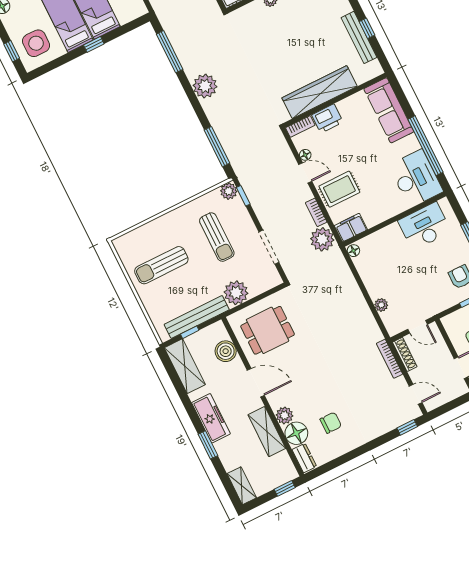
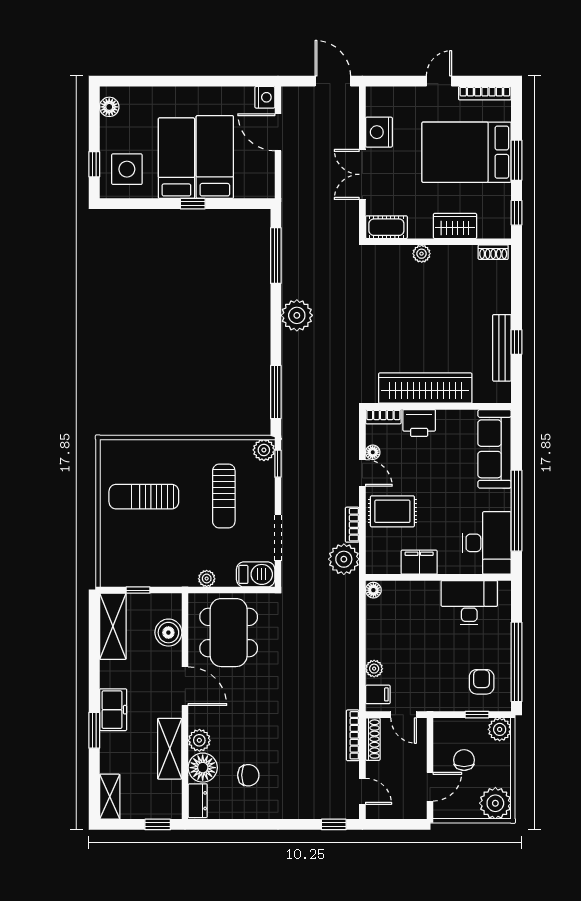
filing cabinet: (351, 228) -> (419, 562), moved
barbecue: (266, 280) -> (256, 574), added
plant: (236, 293) -> (207, 579), width x0.53, depth x0.53
bench: (197, 317) -> (155, 576), removed
filing cabinet: (393, 322) -> (378, 694), added
dining table: (268, 330) -> (229, 633), width x1.38
freezer: (211, 418) -> (113, 710), width x0.71

